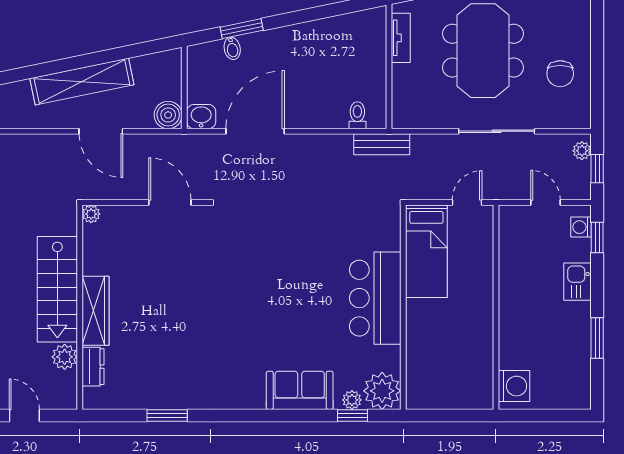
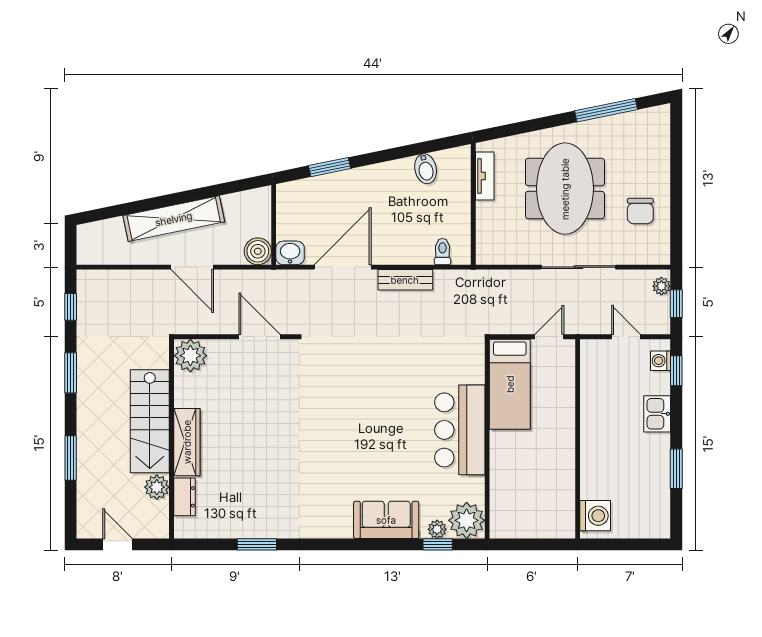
bidet: (232, 48) -> (426, 169), moved, width x1.38, depth x1.36
bench: (382, 144) -> (405, 280), moved
plant: (91, 214) -> (190, 356), width x1.88, depth x1.88

